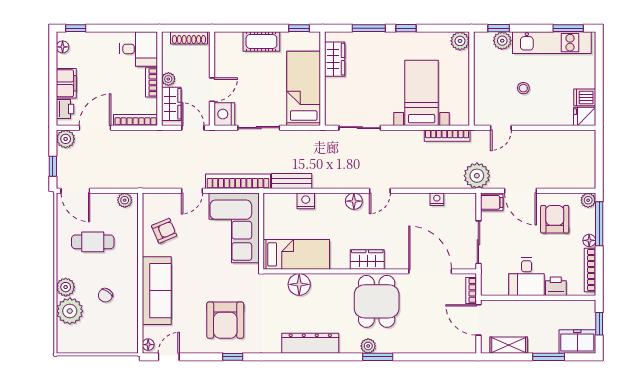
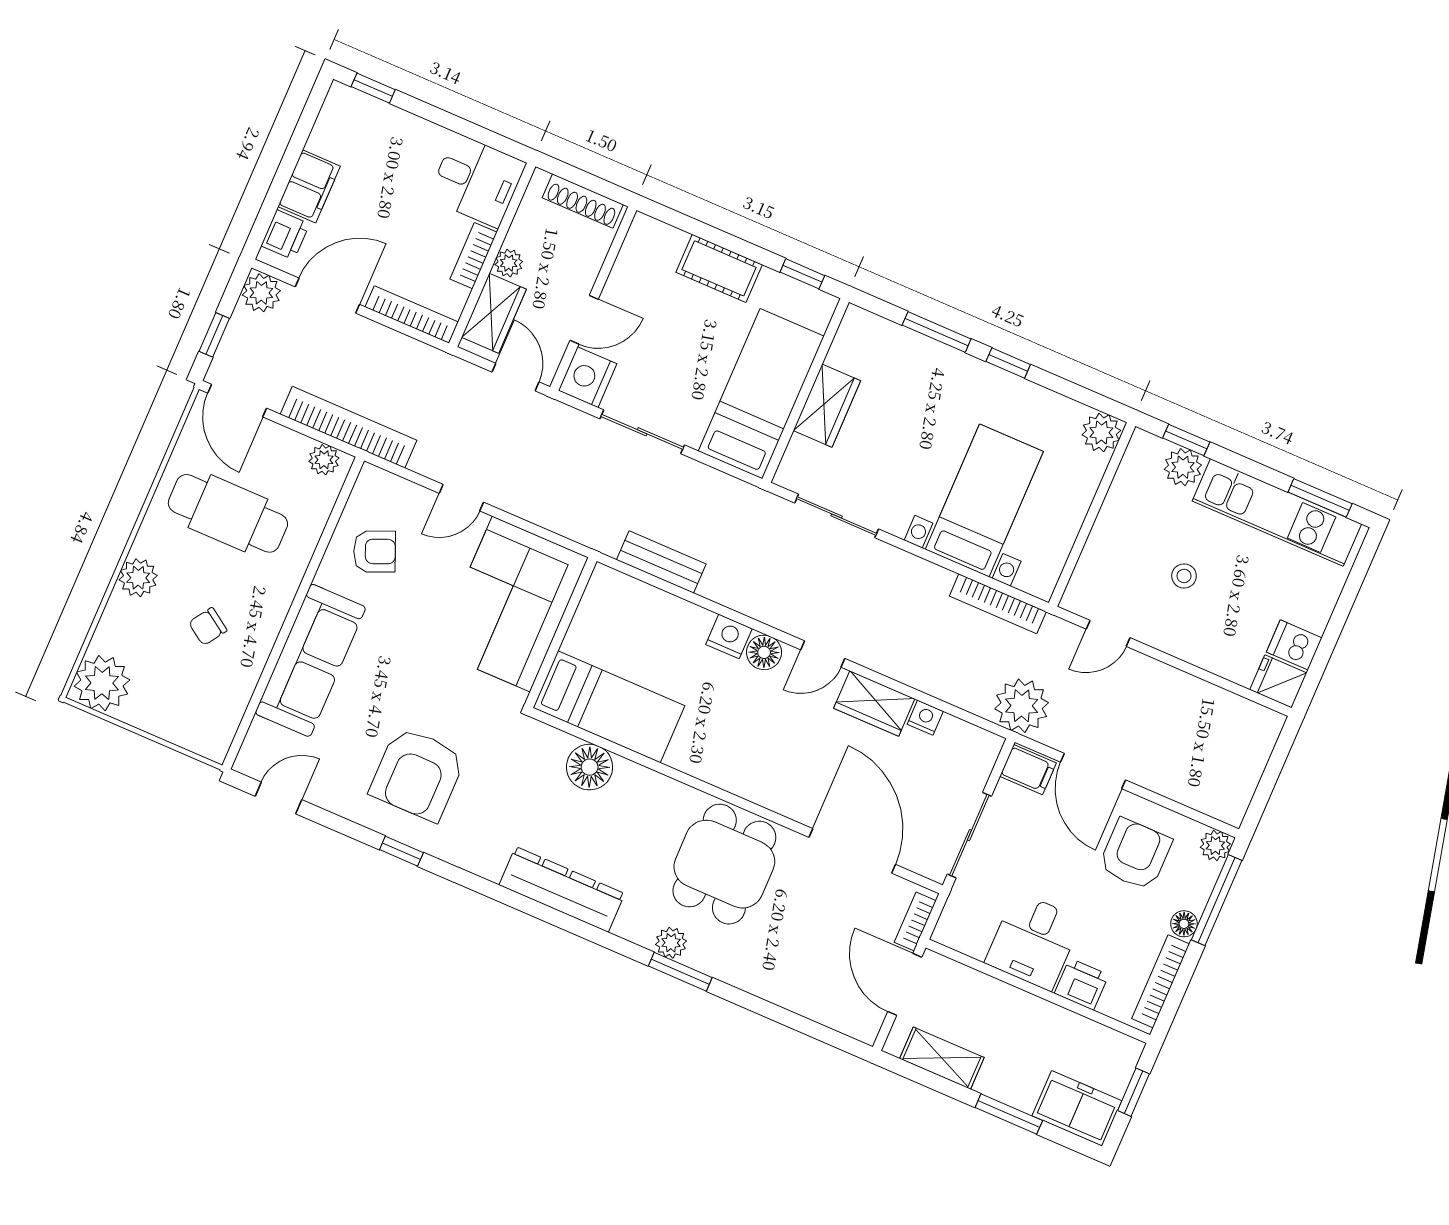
floor lamp: (63, 47) -> (332, 113), removed
wardrobe: (335, 59) -> (827, 406), moved
bookcase: (238, 181) -> (349, 427), moved
nightstand: (306, 201) -> (729, 636), moved
cafe table: (93, 242) -> (228, 513), width x1.37, depth x1.35
wardrobe: (367, 259) -> (874, 703), moved, turned 180
plant: (70, 311) -> (102, 683), moved
floor lamp: (148, 345) -> (249, 757), removed

